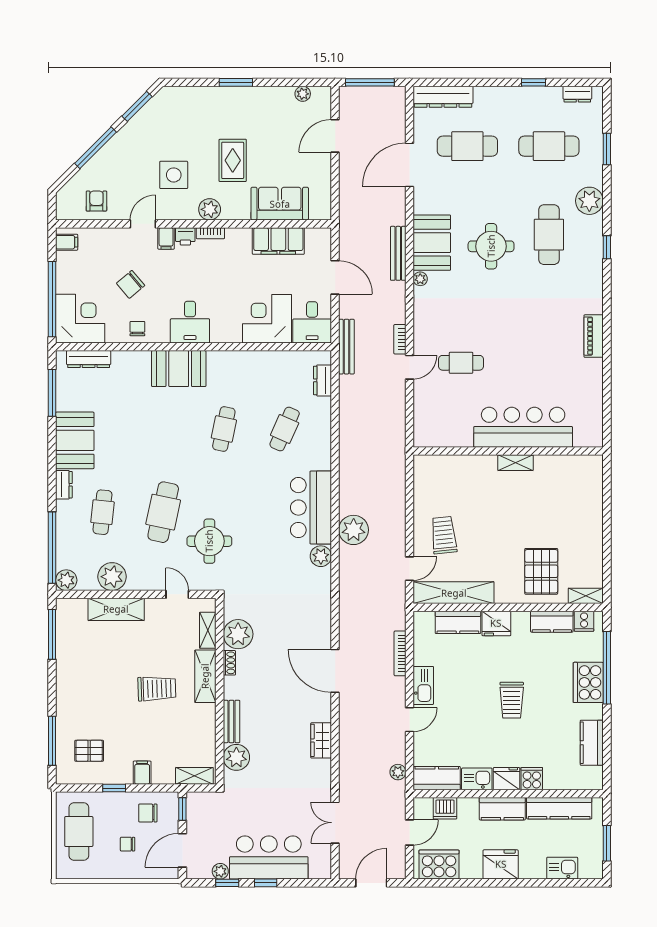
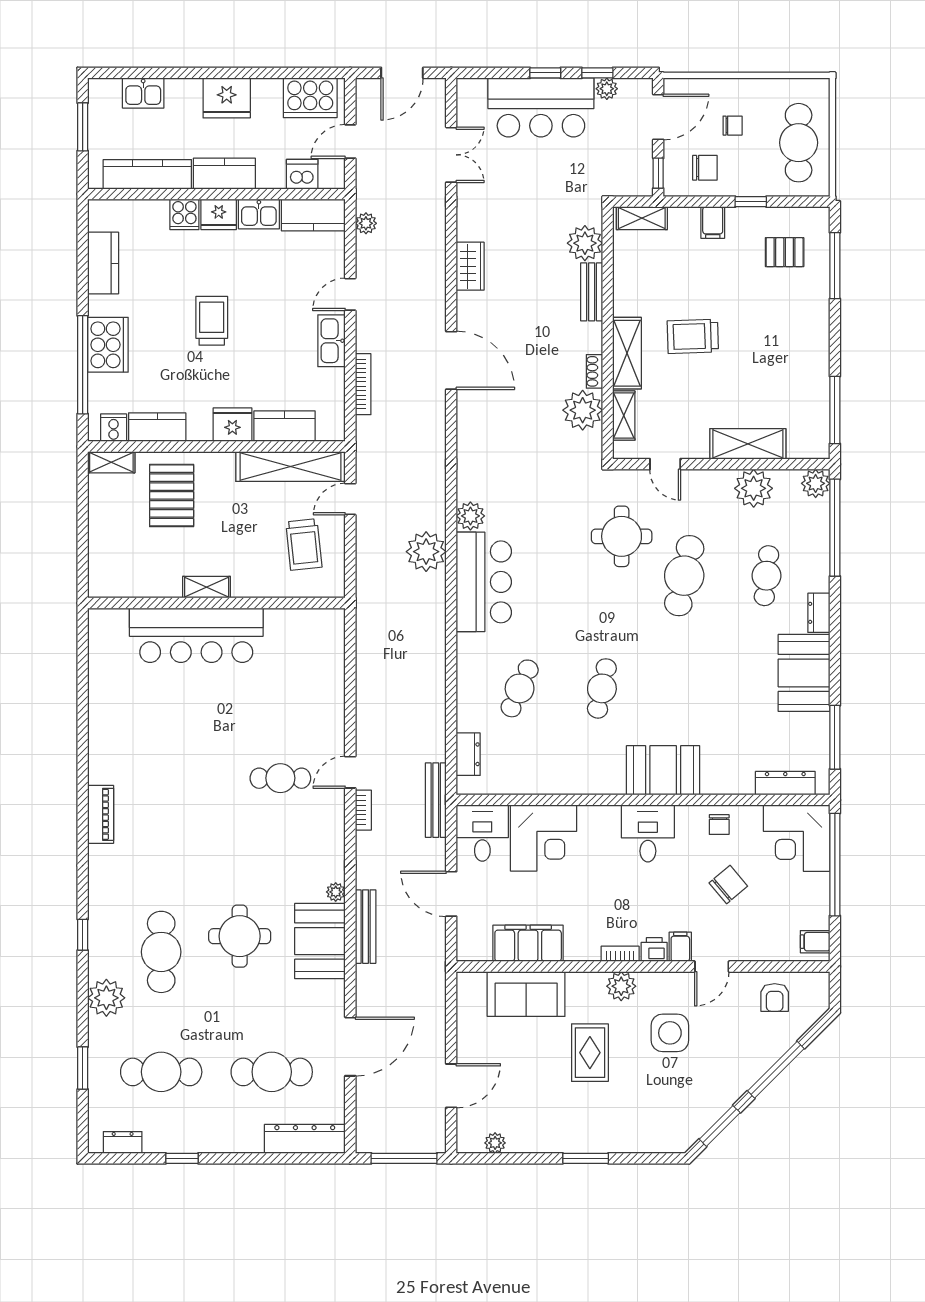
bar counter: (523, 427) -> (196, 635), moved
wall: (508, 451) -> (216, 603), moved
shelving: (515, 463) -> (207, 587), moved

